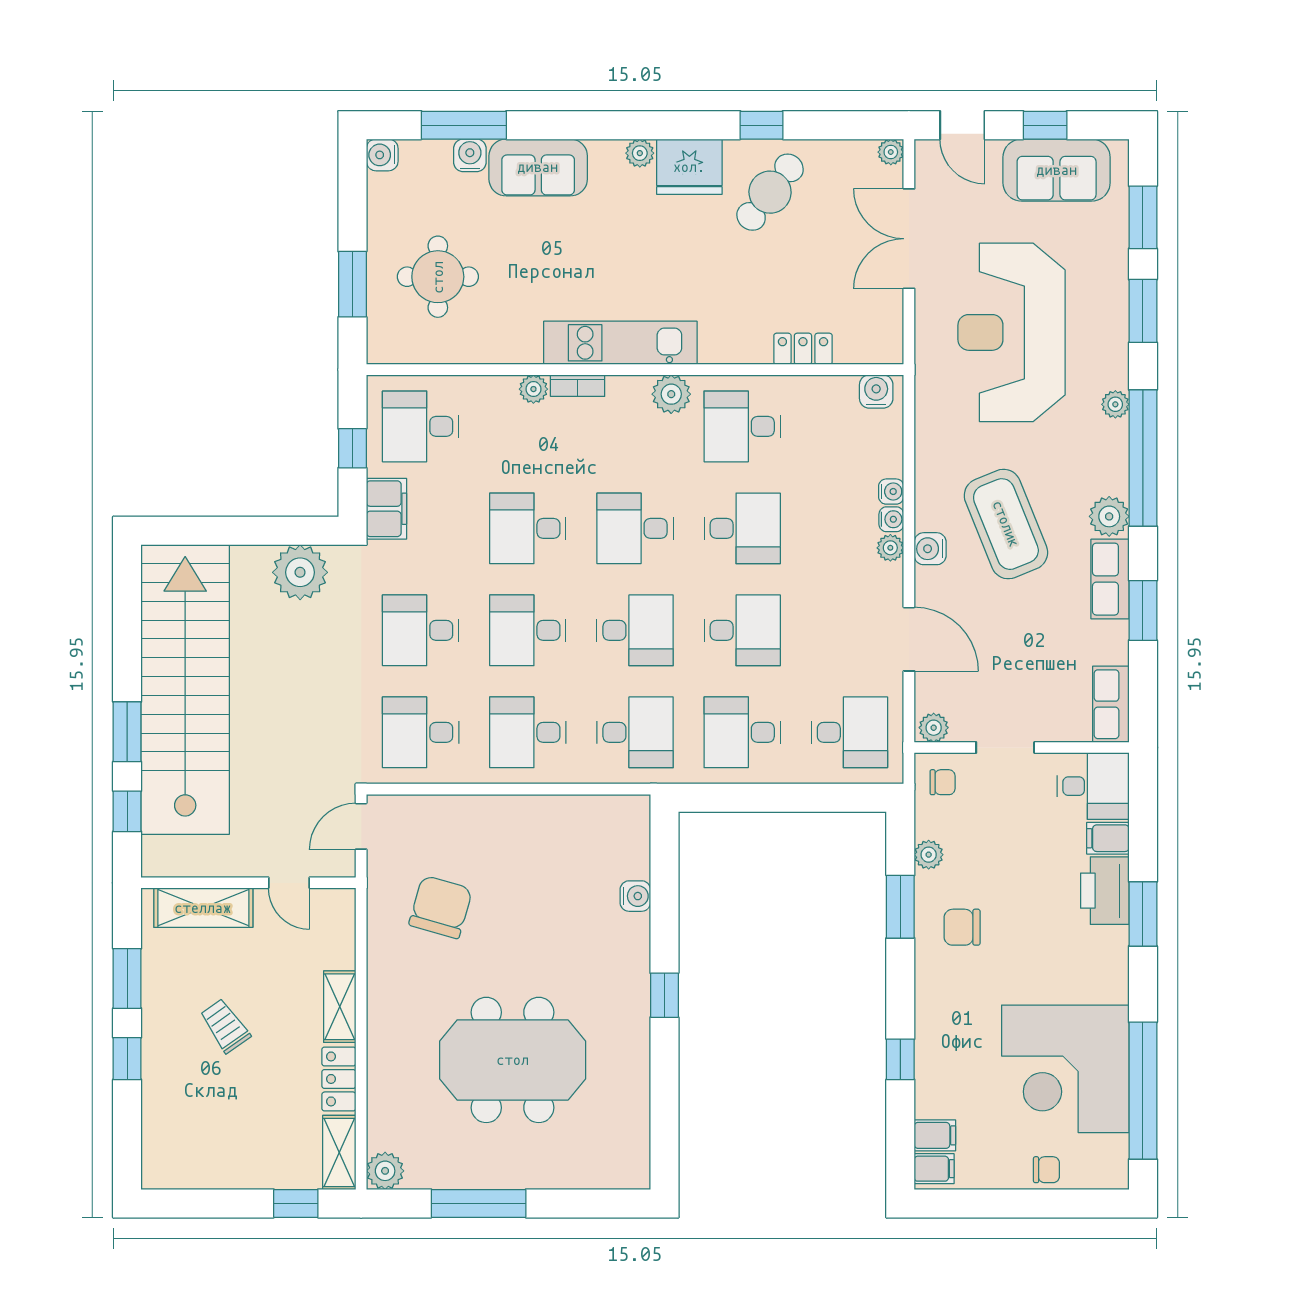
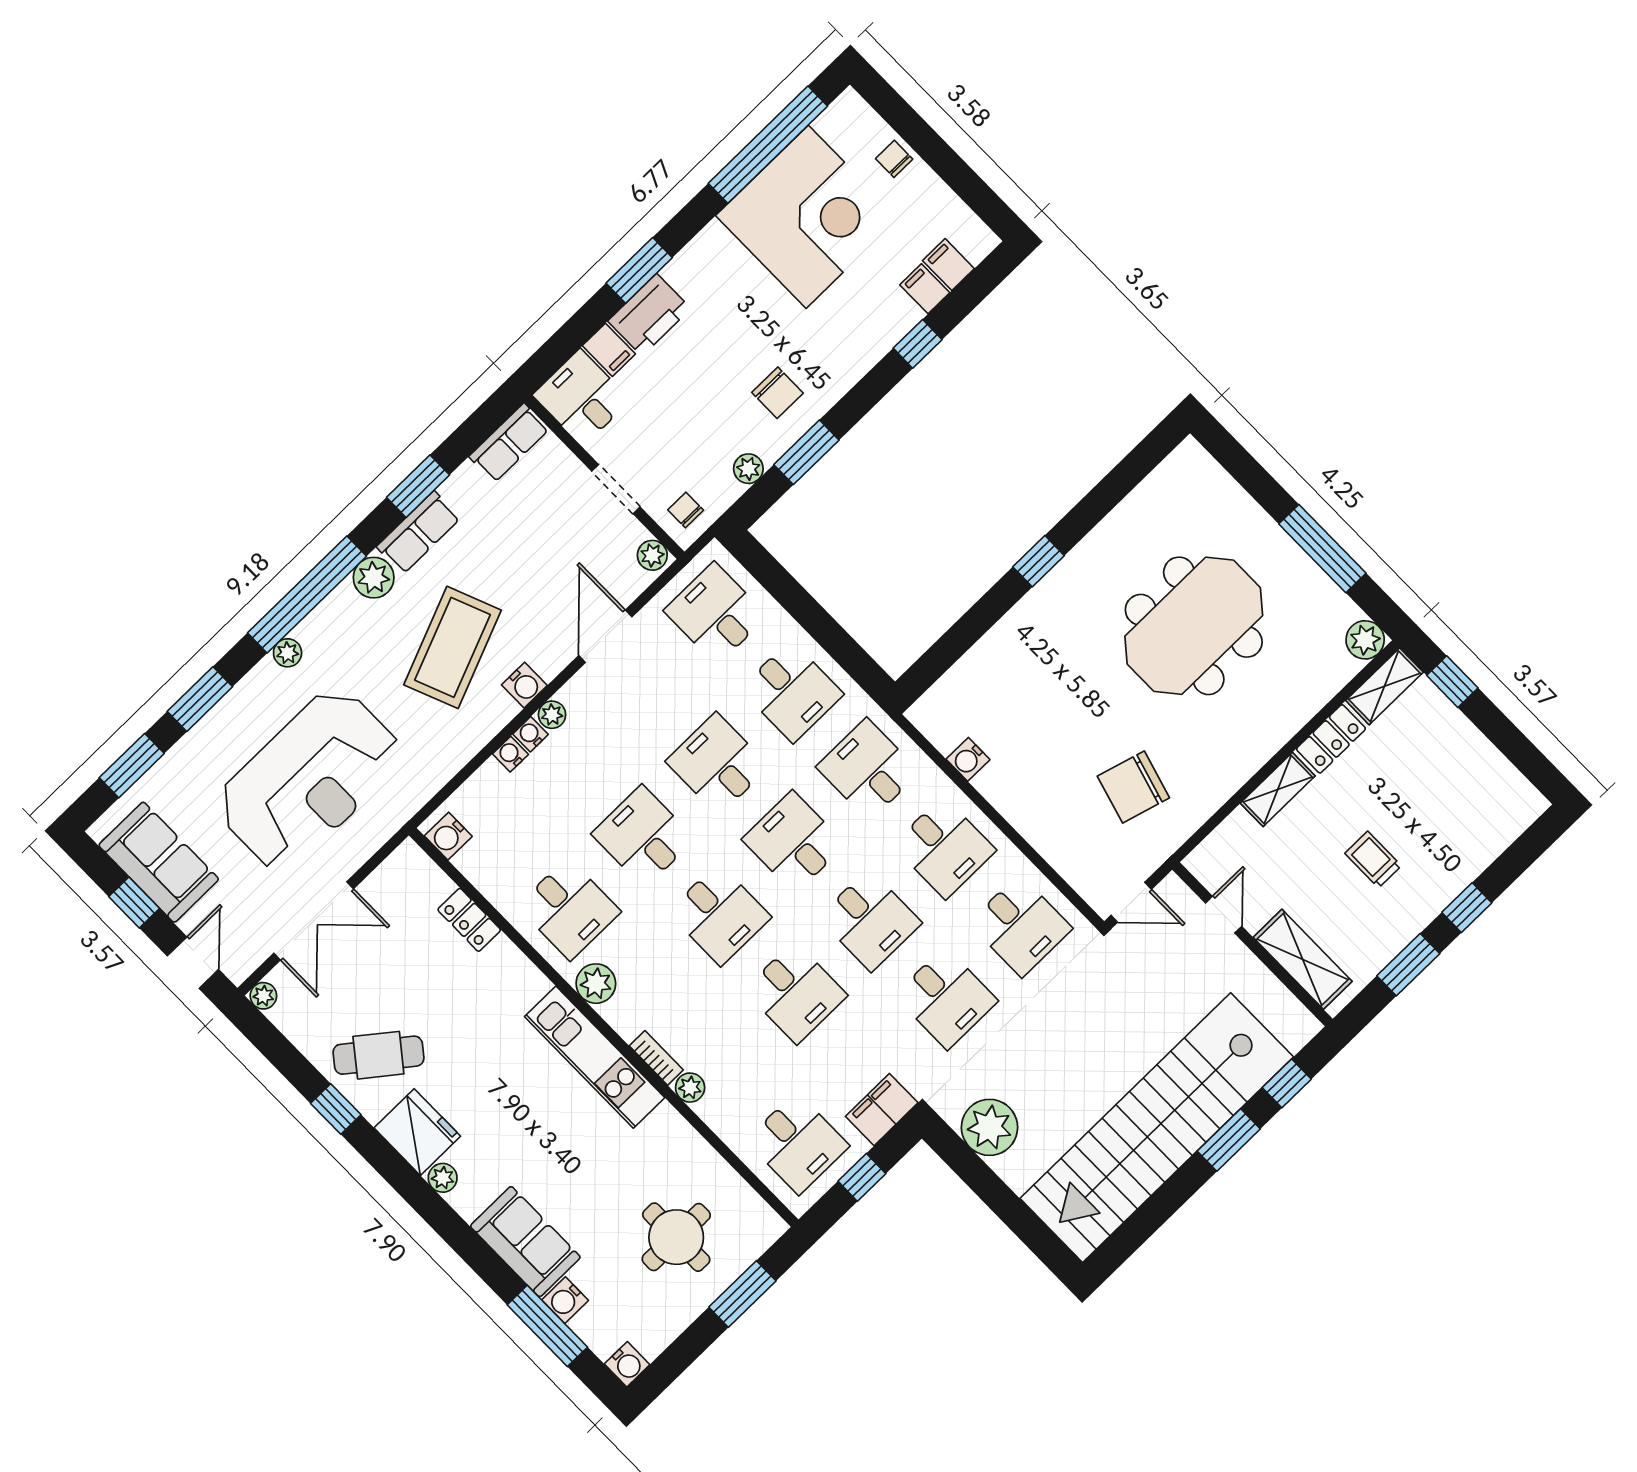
water cooler: (635, 896) -> (968, 759), moved, turned -90
trolley: (225, 1026) -> (1373, 860), turned 125
meeting table: (513, 1060) -> (1194, 626), turned 90
filing cabinet: (934, 1169) -> (925, 289), moved

